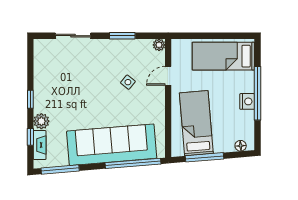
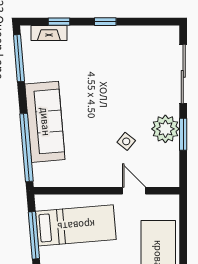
sliding door: (73, 36) -> (183, 74), width x1.37
plant: (159, 45) -> (165, 129), moved, width x1.87, depth x1.87
plant: (41, 121) -> (78, 35), removed
sofa: (112, 145) -> (45, 122), width x0.74, depth x0.79

